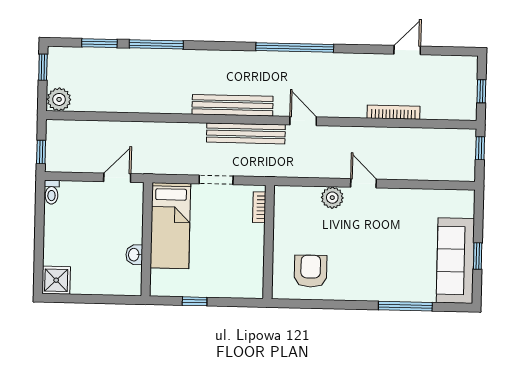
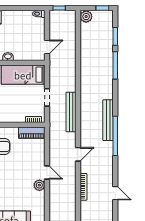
bench: (233, 105) -> (108, 120), moved
door: (303, 121) -> (78, 154), moved
door: (117, 178) -> (47, 47), hinge flipped
door: (364, 183) -> (47, 172), hinge flipped
plant: (332, 198) -> (39, 185), moved
piano: (285, 211) -> (32, 133), added

